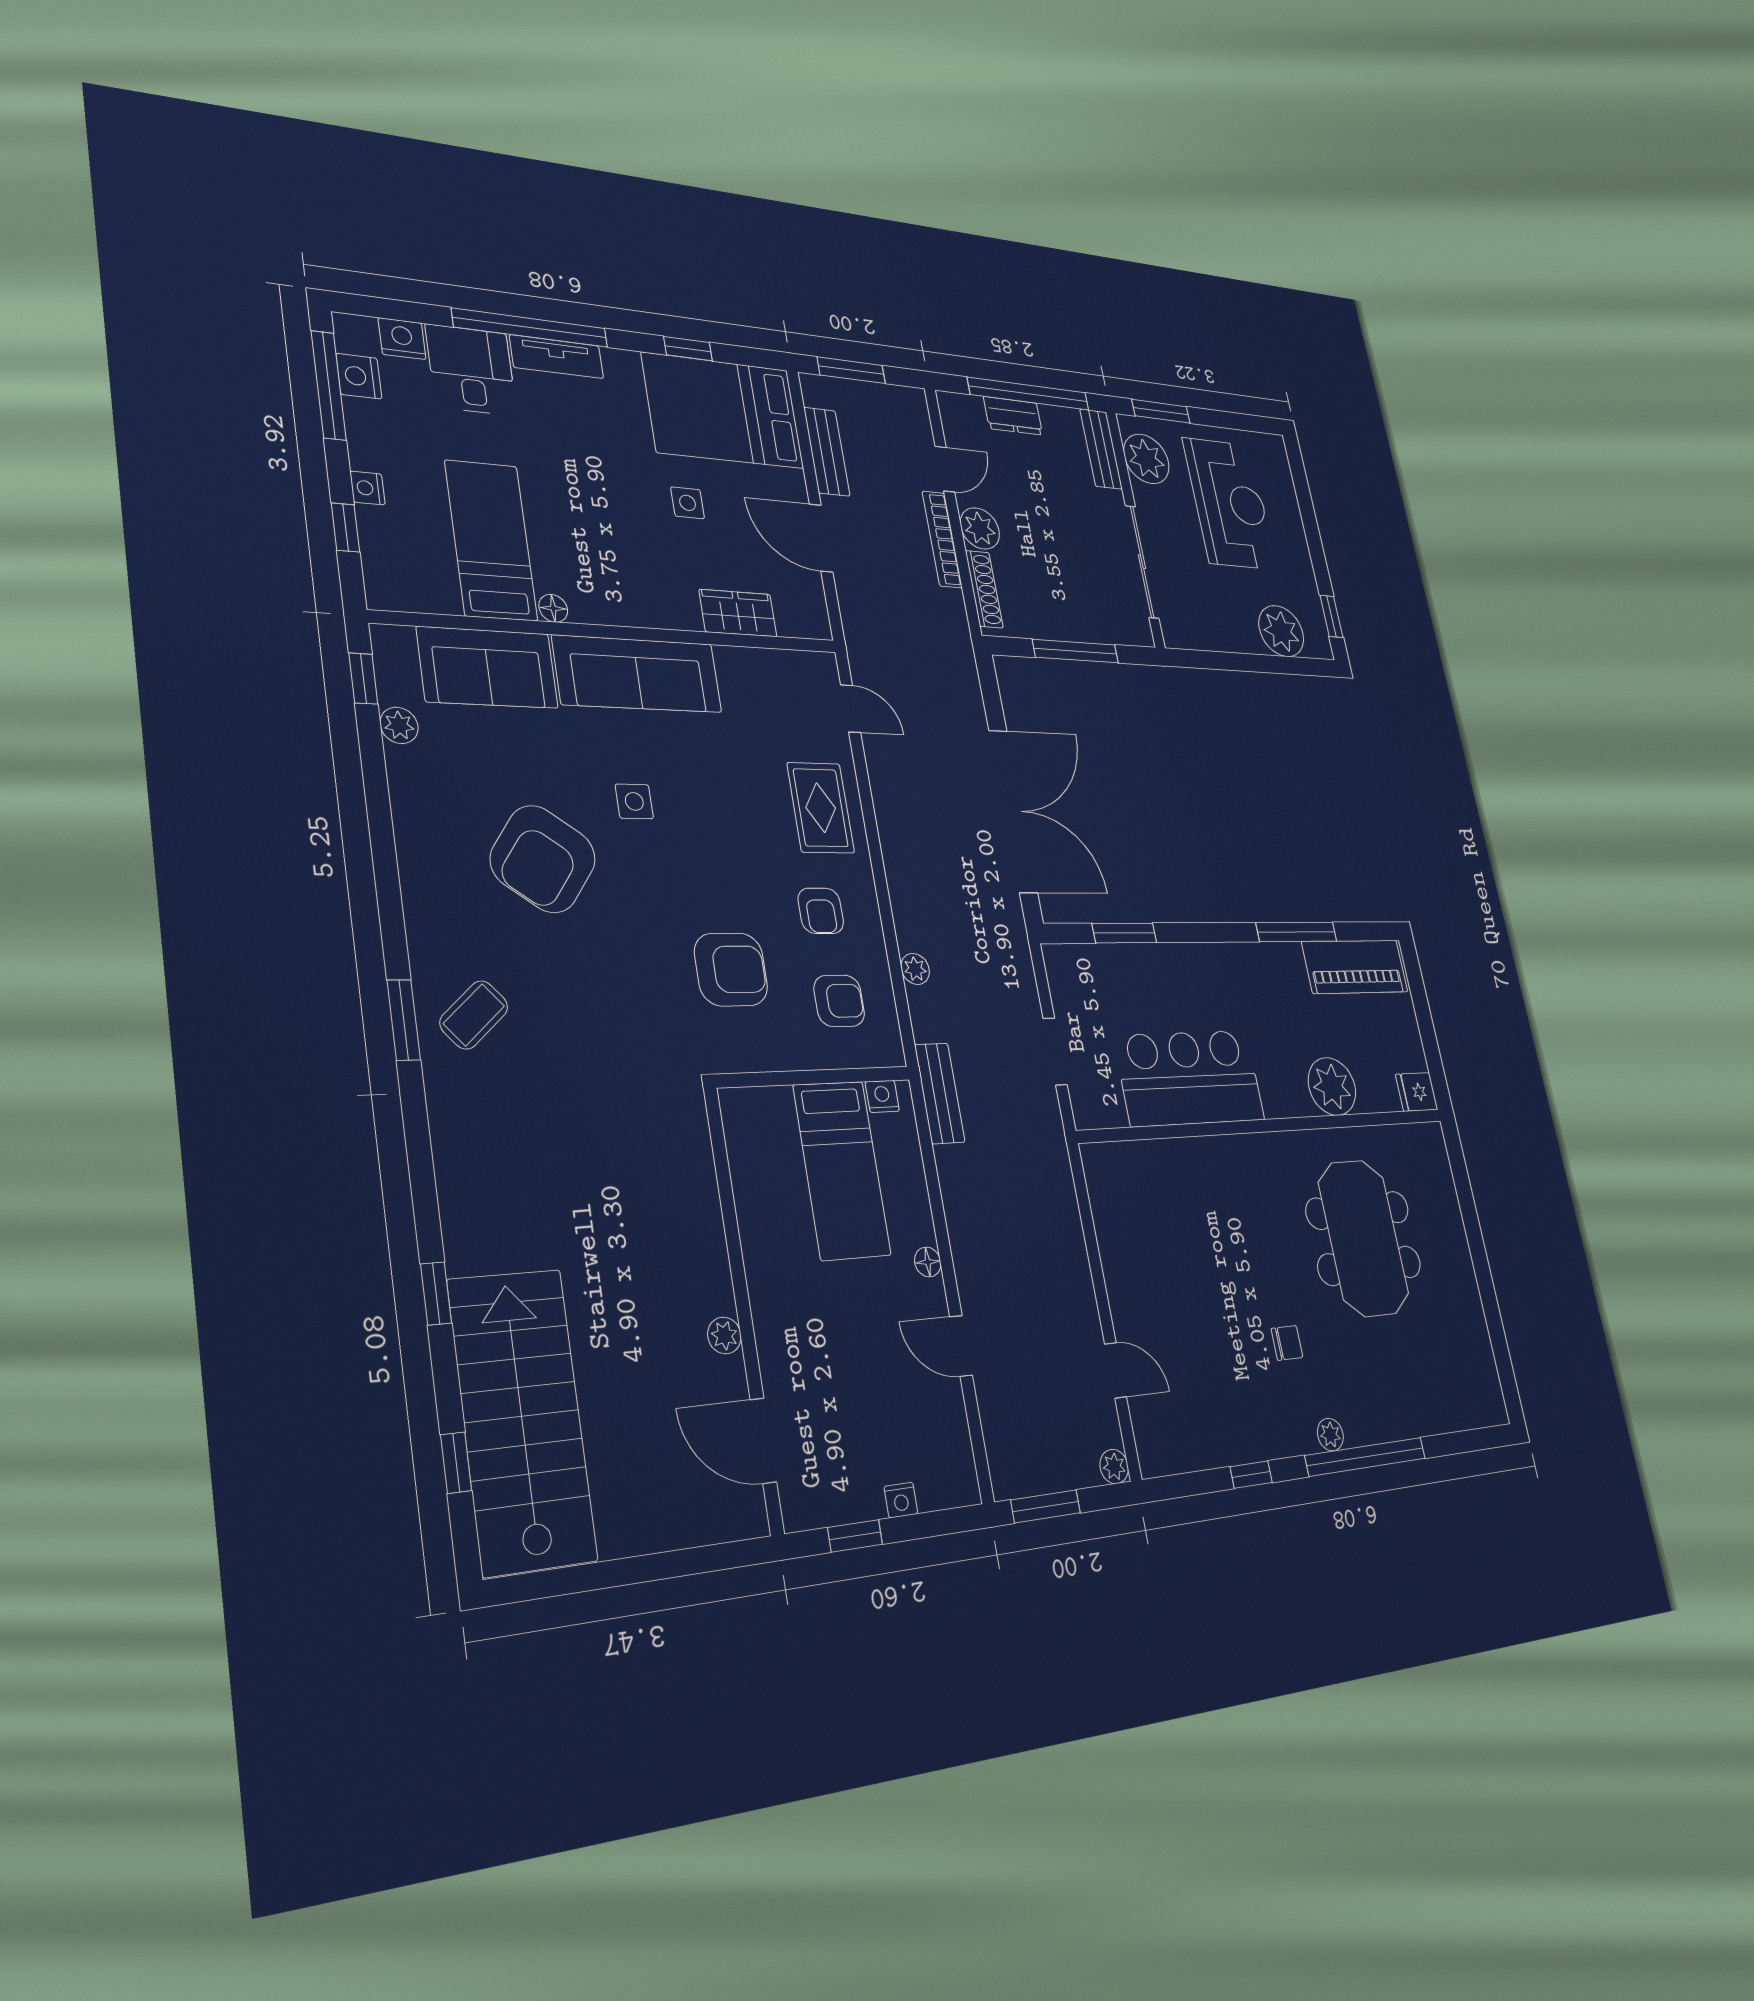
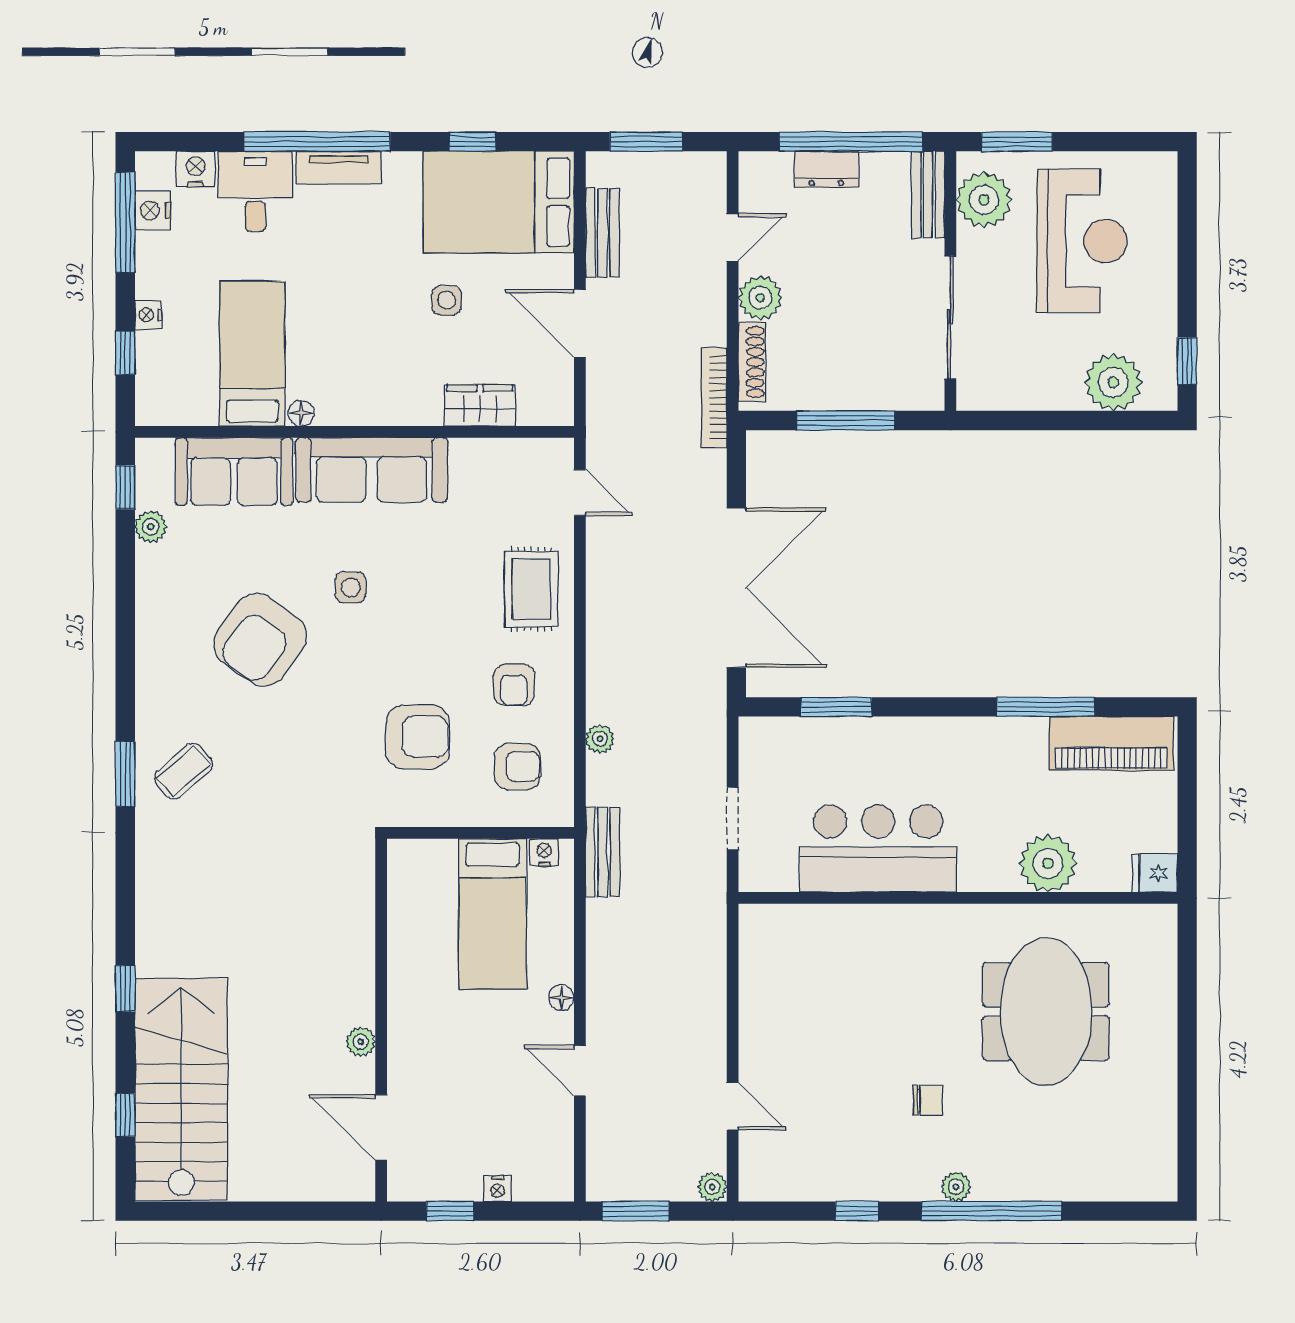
bookcase: (942, 539) -> (714, 398), moved

